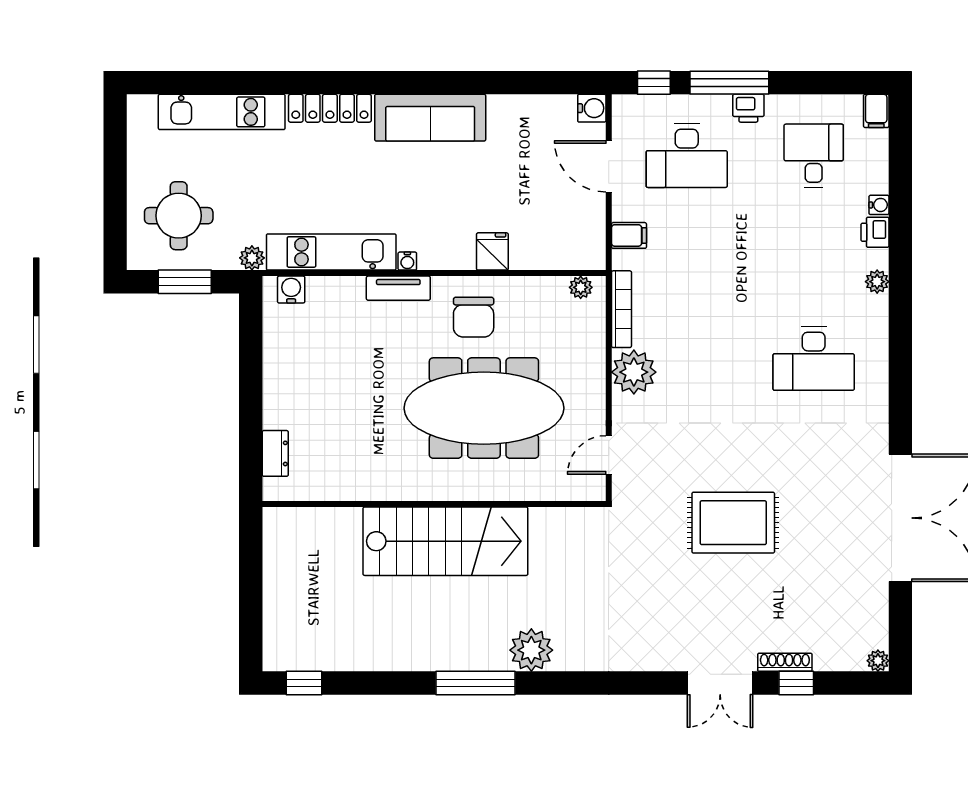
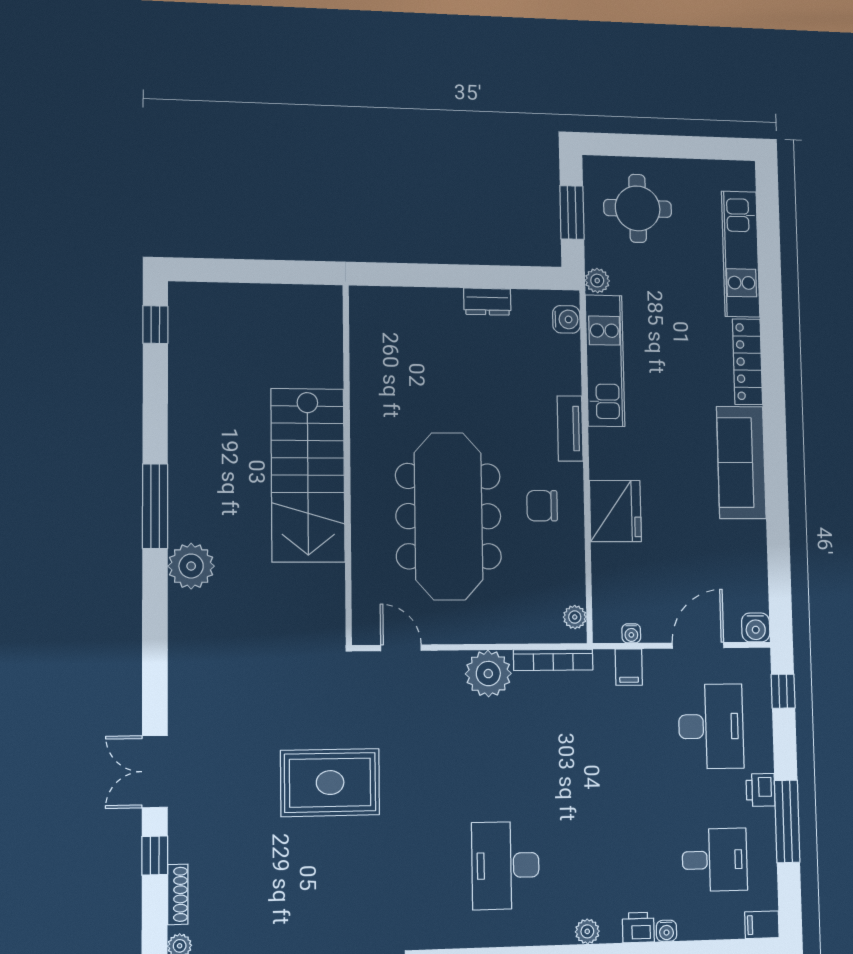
window: (729, 83) -> (787, 821), moved
desk: (687, 156) -> (711, 726), turned 180
fridge: (492, 251) -> (615, 511), width x1.88, depth x1.34
water cooler: (407, 261) -> (631, 633), moved, turned -90
chair: (474, 317) -> (542, 506), width x0.73, depth x0.73
dresser: (275, 453) -> (487, 302), moved
rug: (733, 523) -> (330, 783), turned 90
shoe rack: (785, 662) -> (178, 894), moved

